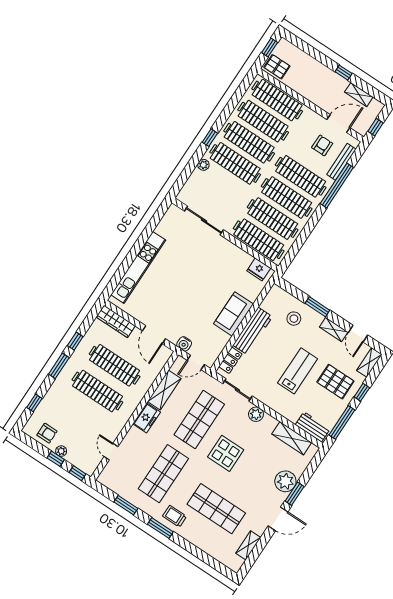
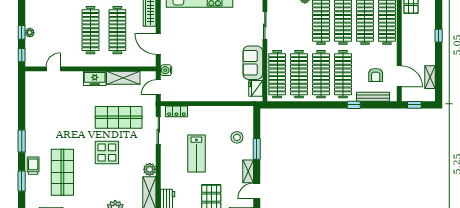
window: (344, 73) -> (439, 36), moved
armchair: (322, 145) -> (376, 75), turned 90
window: (337, 186) -> (354, 105), width x0.32
sliding door: (204, 220) -> (265, 25), width x0.73
sofa: (234, 314) -> (253, 63), moved, turned -90
workbench: (253, 331) -> (208, 113), removed
door: (154, 335) -> (158, 44), hinge flipped
door: (196, 362) -> (158, 87), hinge flipped
lab bench: (298, 371) -> (196, 154), moved, turned 90
plant: (256, 414) -> (150, 169), moved
armchair: (47, 433) -> (36, 14), removed
shop shelf: (163, 474) -> (62, 117), removed
window: (126, 505) -> (22, 181), moved
trolley: (175, 516) -> (33, 166), moved

